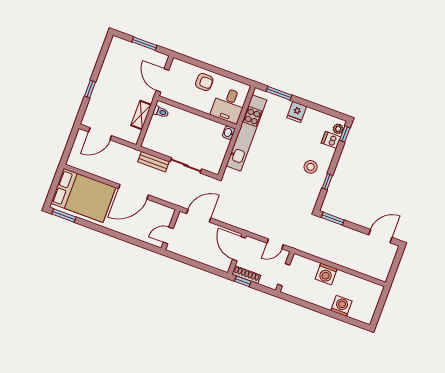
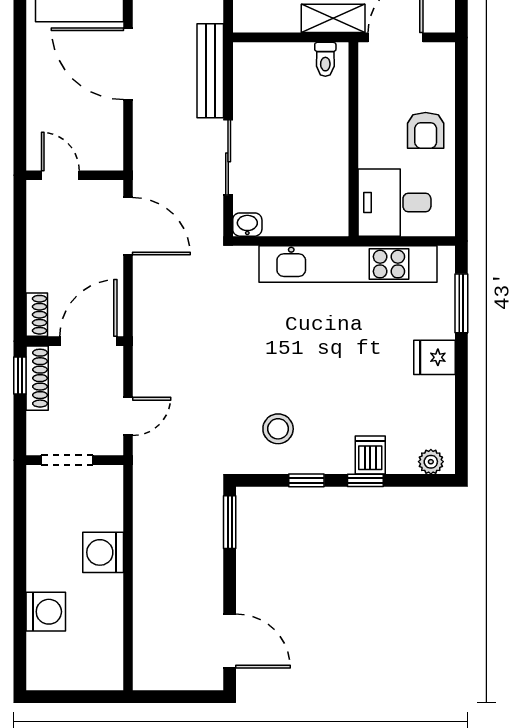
shelving: (141, 115) -> (333, 18), moved
washbasin: (229, 133) -> (247, 225), moved
window: (345, 134) -> (365, 480), moved
dishwasher: (331, 140) -> (370, 455), moved
bench: (153, 162) -> (210, 71), width x1.36
stool: (311, 167) -> (278, 429), moved
door: (275, 244) -> (128, 416), swing flipped
shoe rack: (221, 266) -> (37, 315), added

